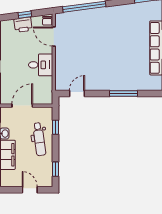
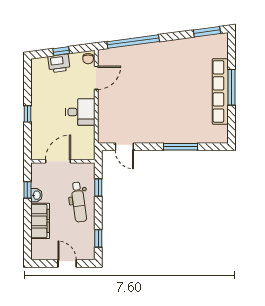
door: (54, 37) -> (96, 78), swing flipped
door: (77, 94) -> (124, 147), swing flipped

